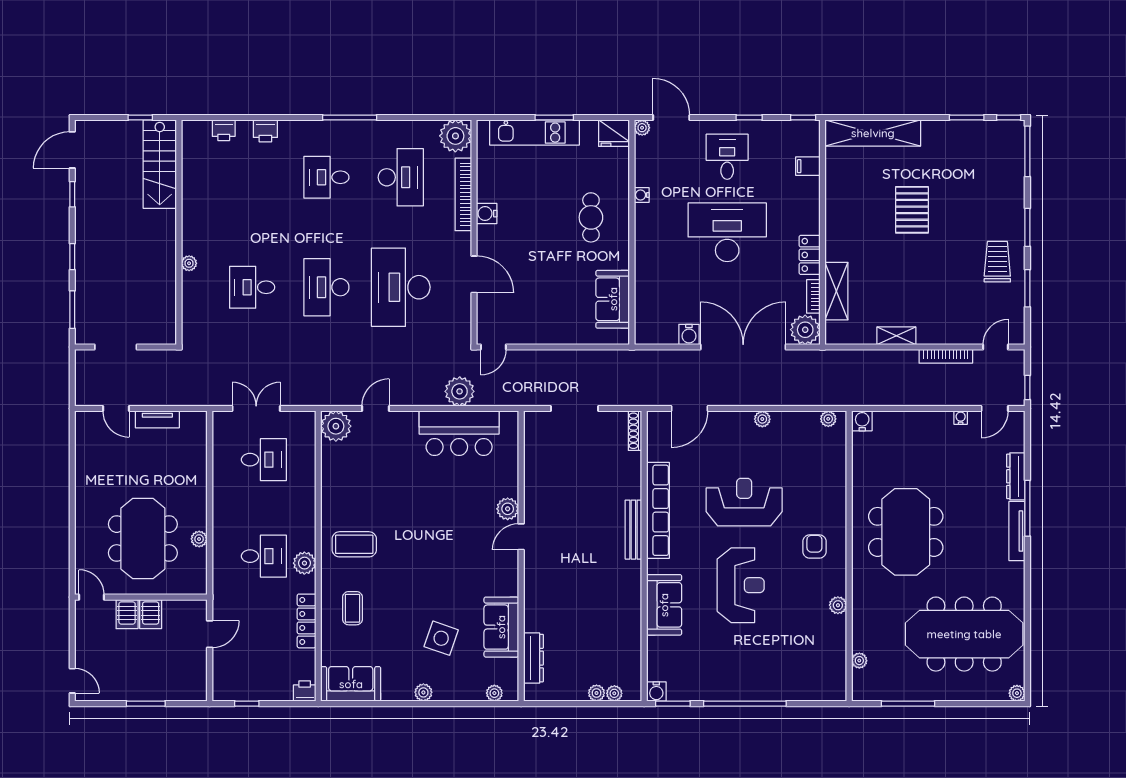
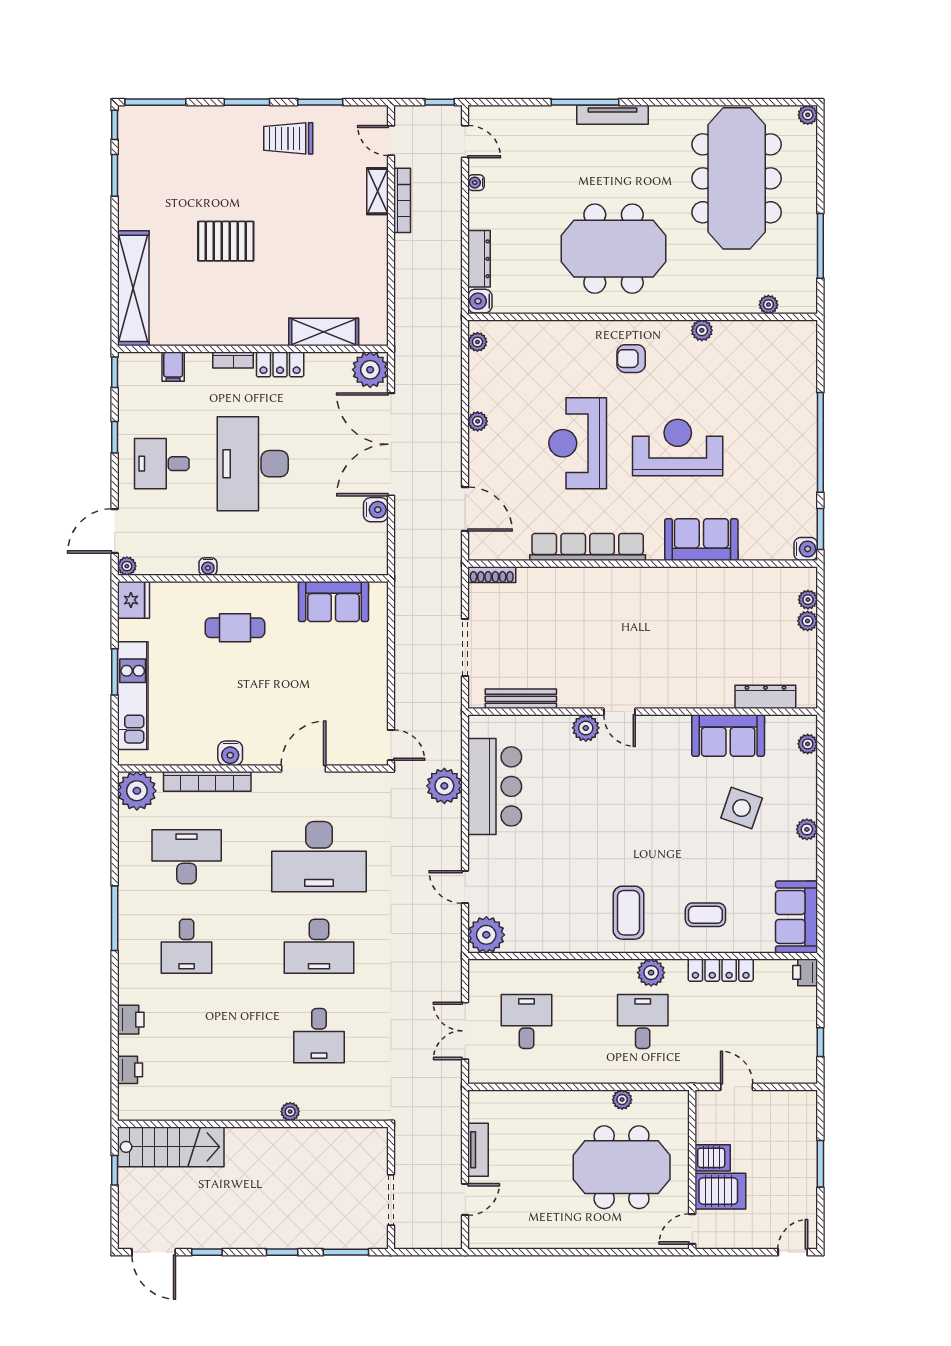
bookcase: (813, 296) -> (233, 360), moved
shelving: (896, 336) -> (377, 191), moved
dresser: (1016, 476) -> (479, 259), moved, turned -90
bench: (633, 530) -> (521, 699), moved
server rack: (127, 614) -> (720, 1191), width x1.36, depth x1.44

